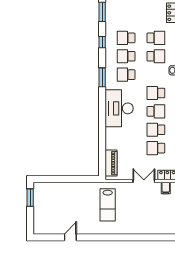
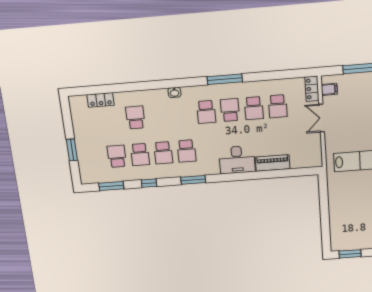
school desk: (156, 56) -> (117, 156), moved
desk: (119, 108) -> (237, 160), width x0.73, depth x0.77
piano: (111, 163) -> (273, 163), moved

